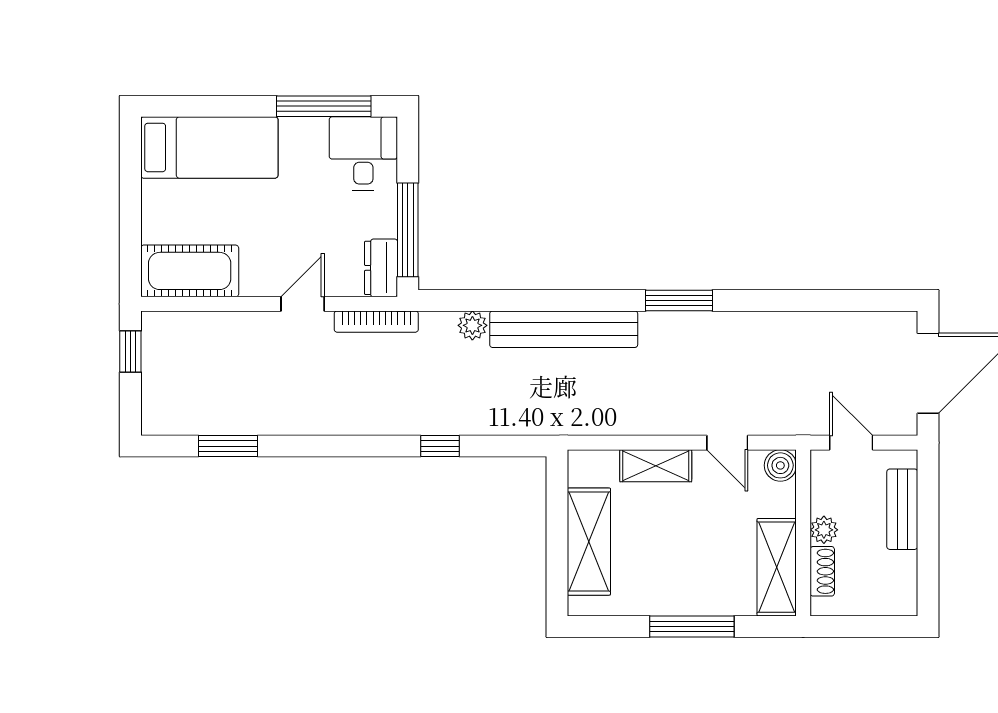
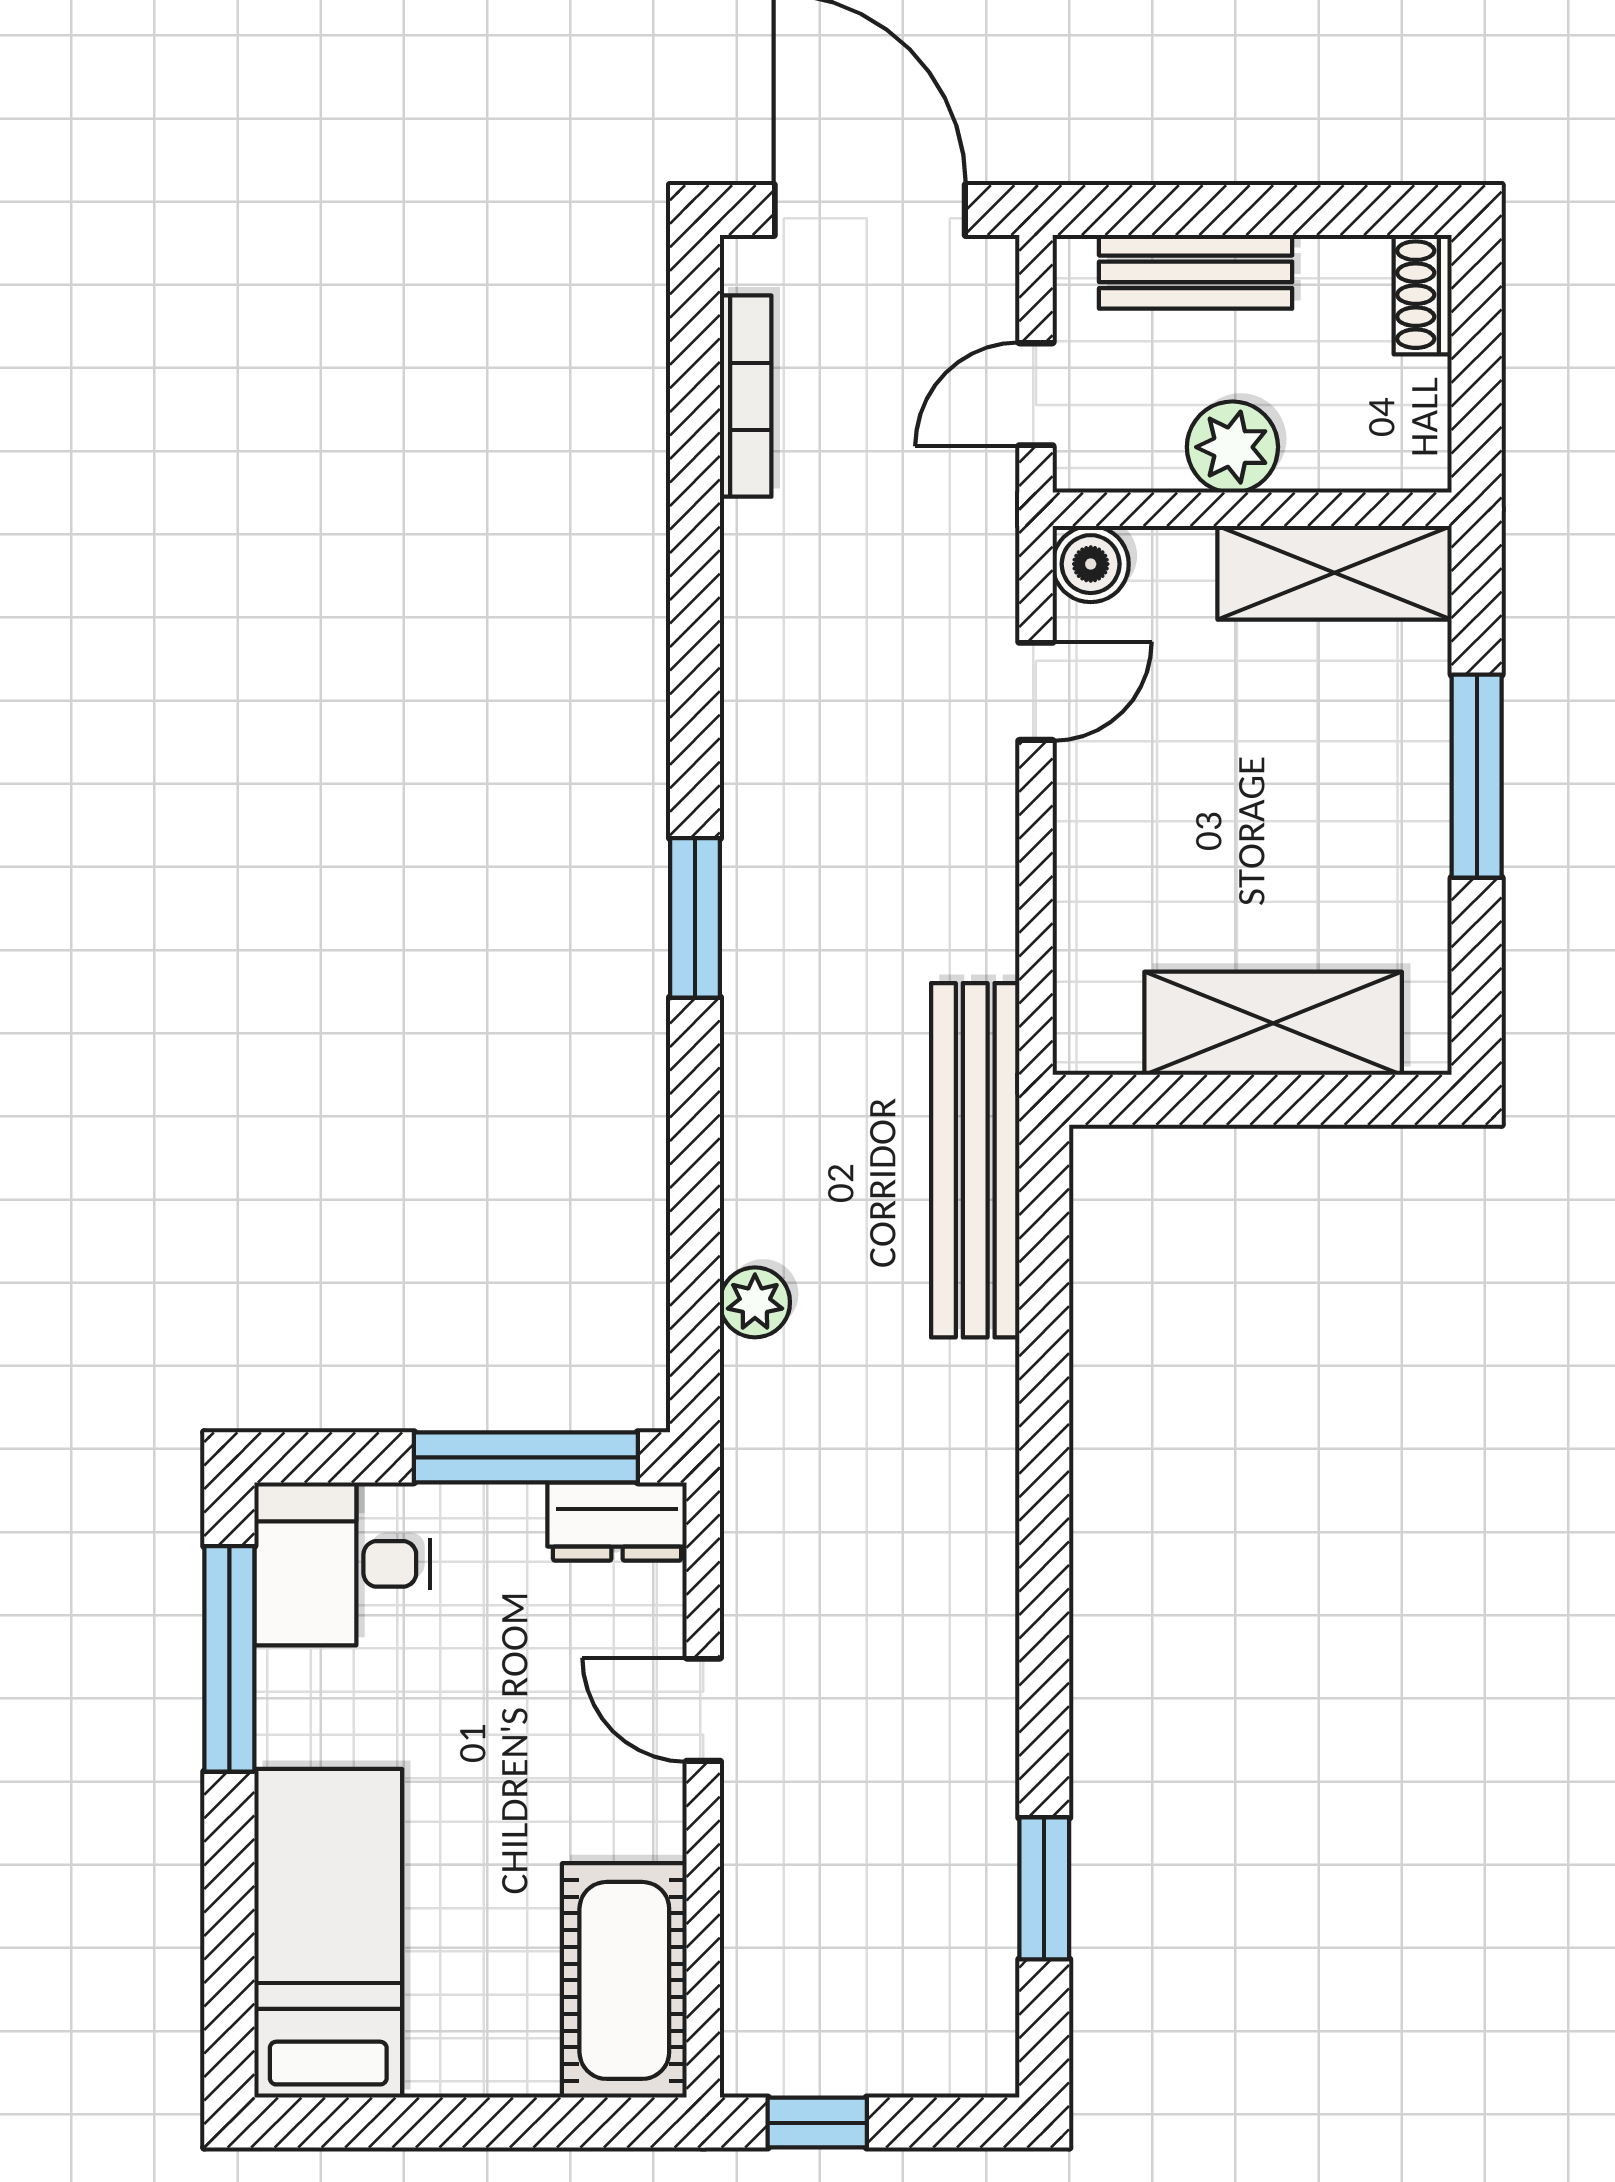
window: (679, 300) -> (695, 918), moved
bookcase: (376, 322) -> (746, 396), moved
bench: (564, 329) -> (975, 1160), moved
window: (440, 446) -> (1044, 1380), removed
shelving: (656, 466) -> (1091, 863), removed
plant: (824, 530) -> (1232, 447), width x1.38, depth x1.38
shoe rack: (822, 571) -> (1423, 295), moved, turned -90

